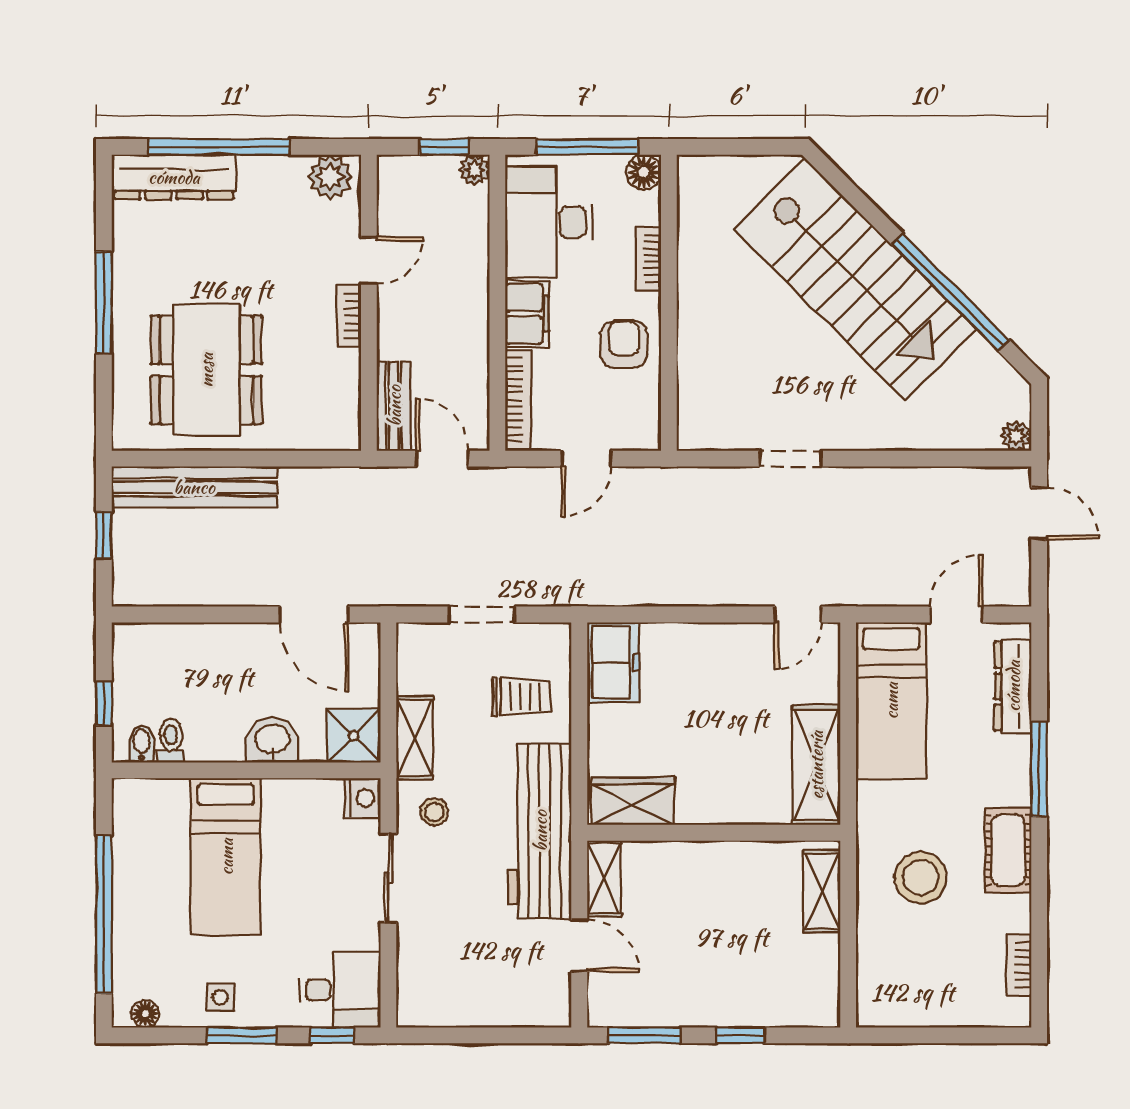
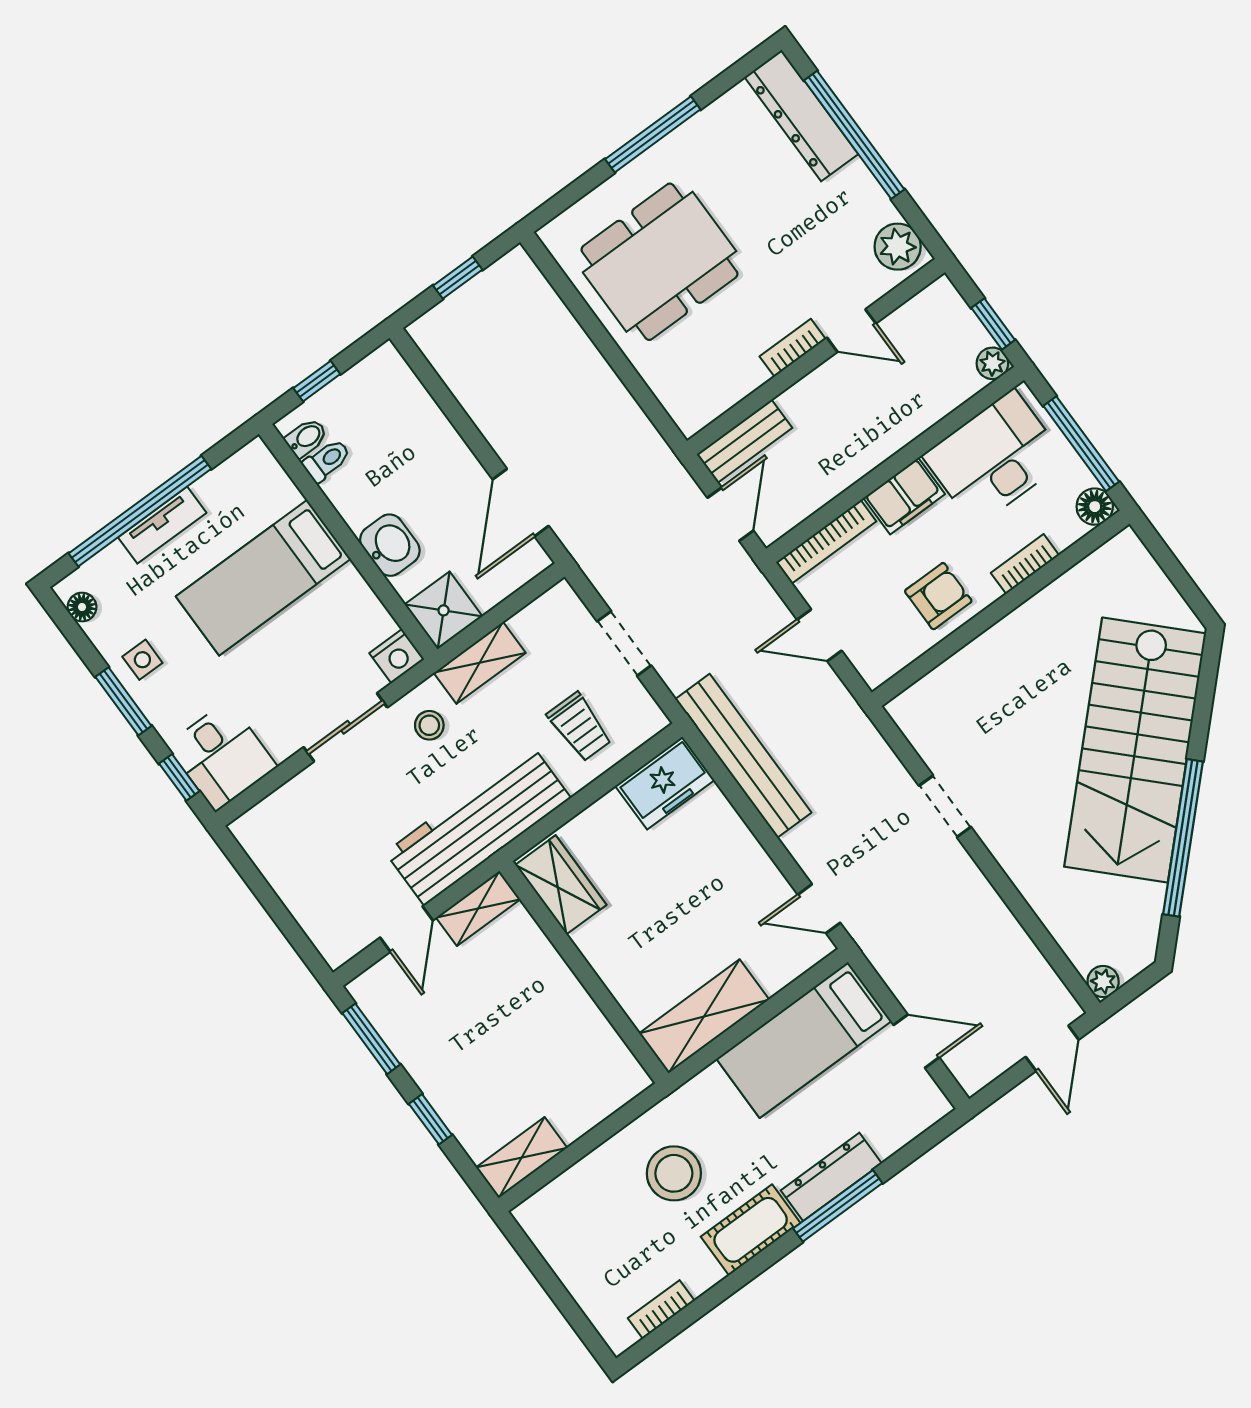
bench: (194, 487) -> (743, 756), moved
dresser: (1013, 686) -> (831, 1177), moved
shelving: (822, 891) -> (522, 1158), moved
tv unit: (127, 905) -> (162, 525), added

